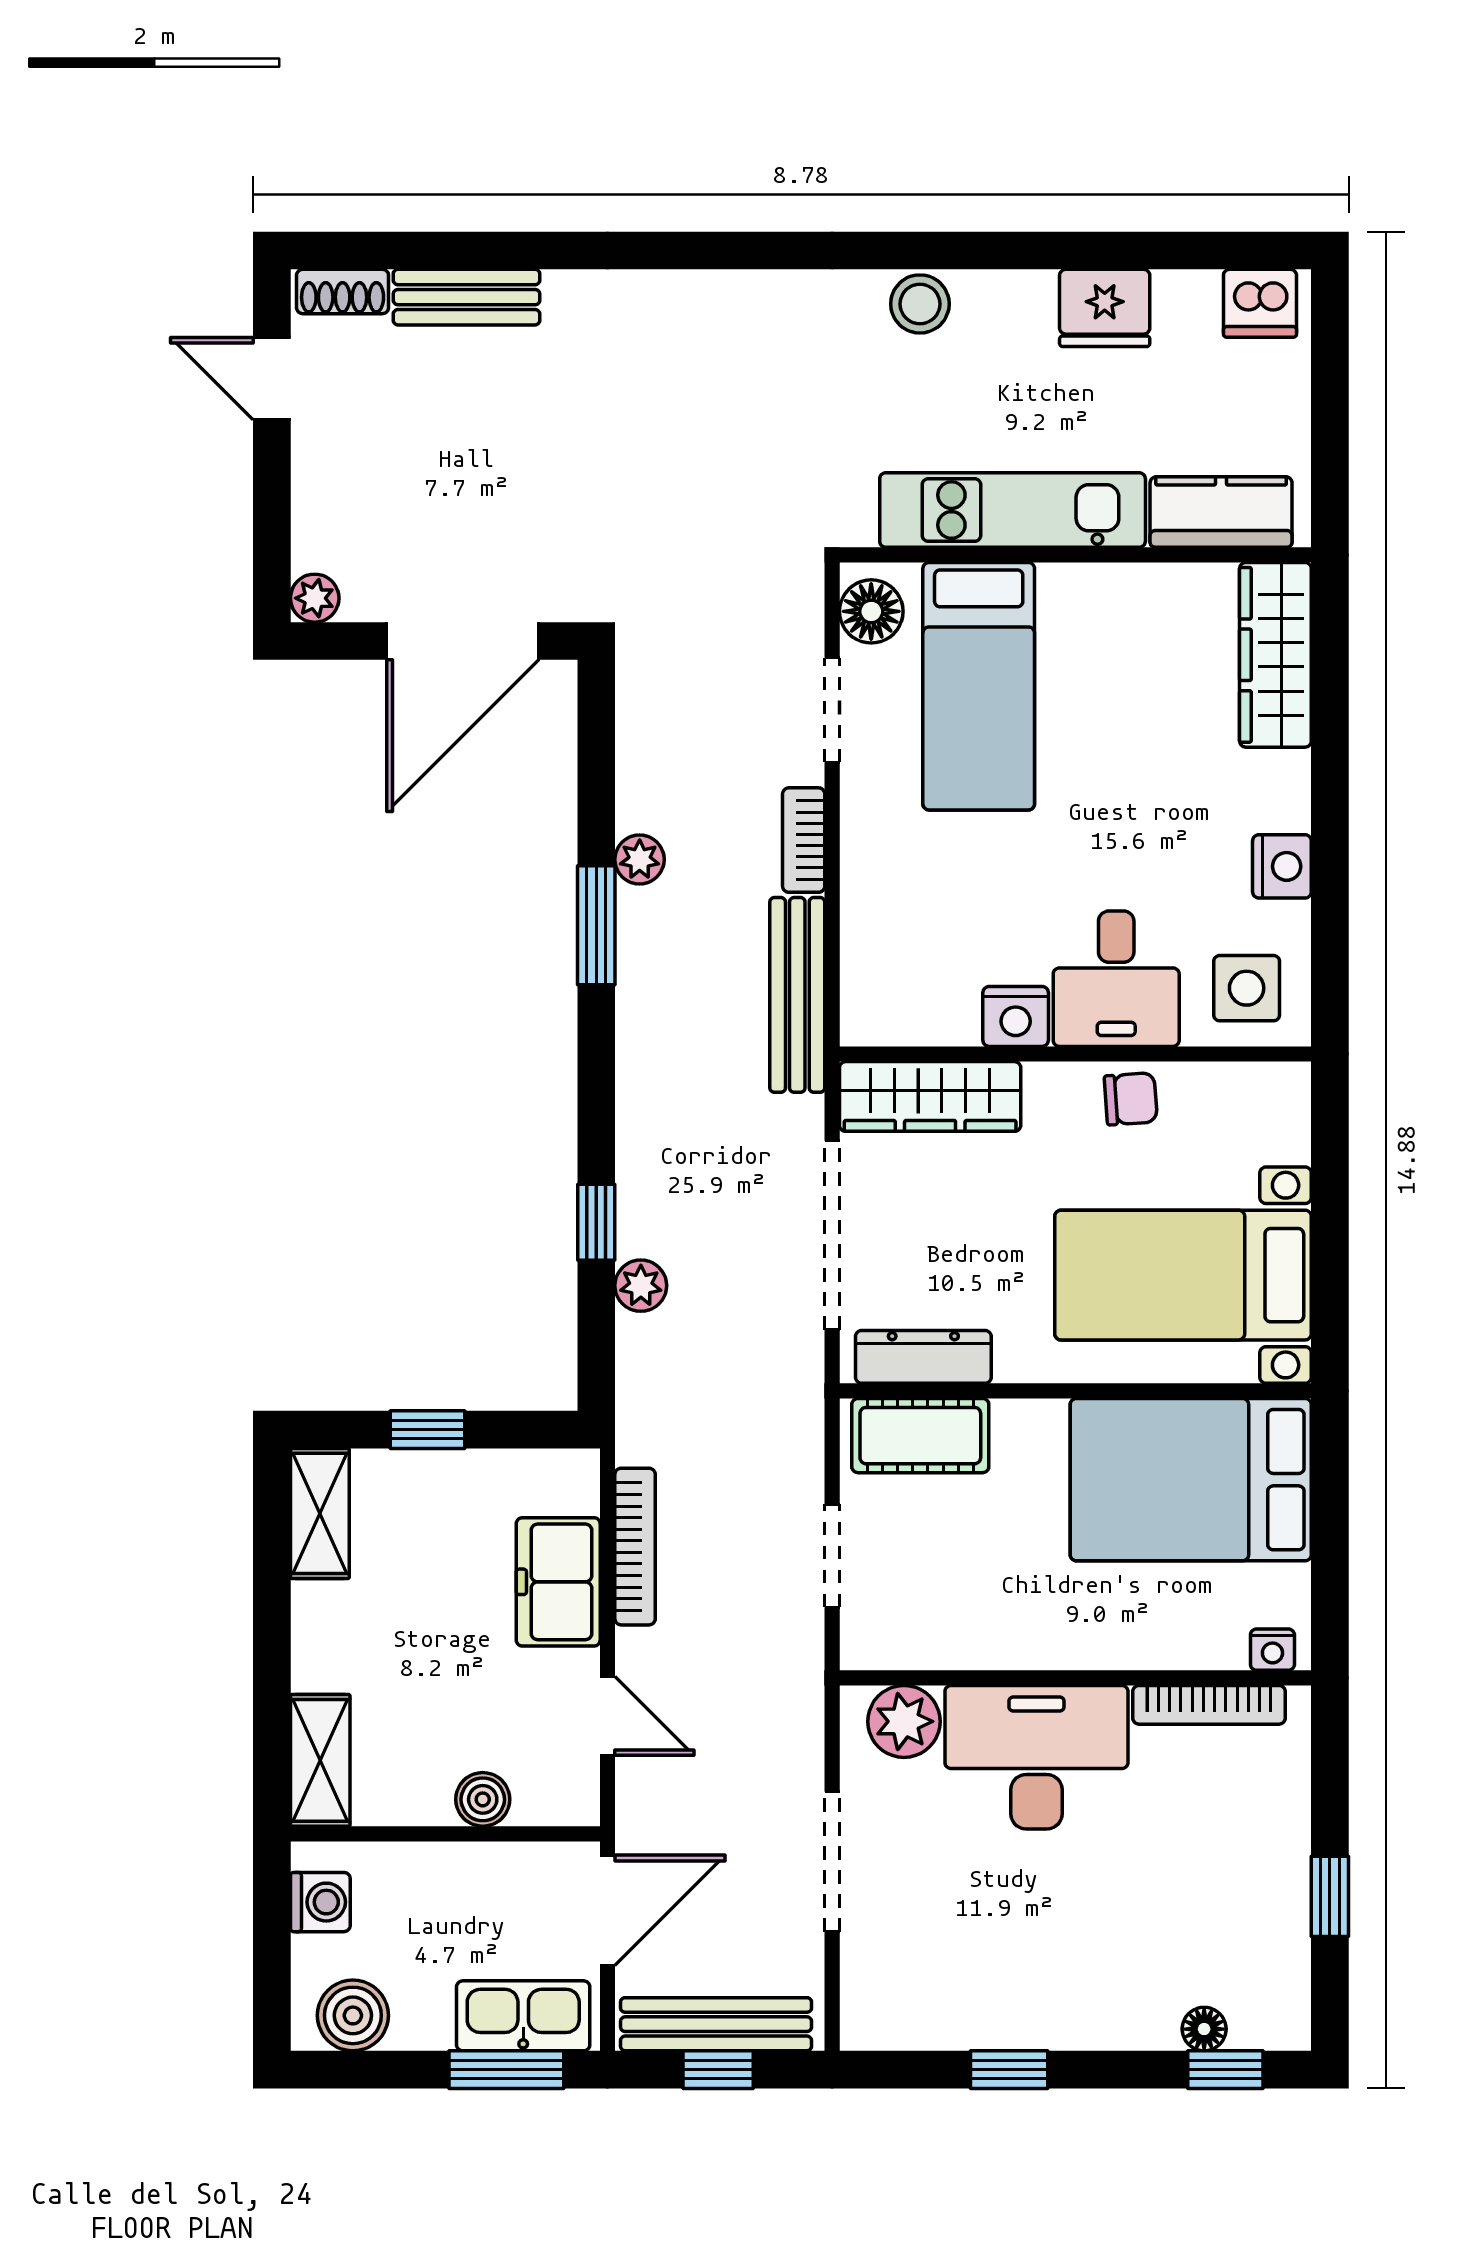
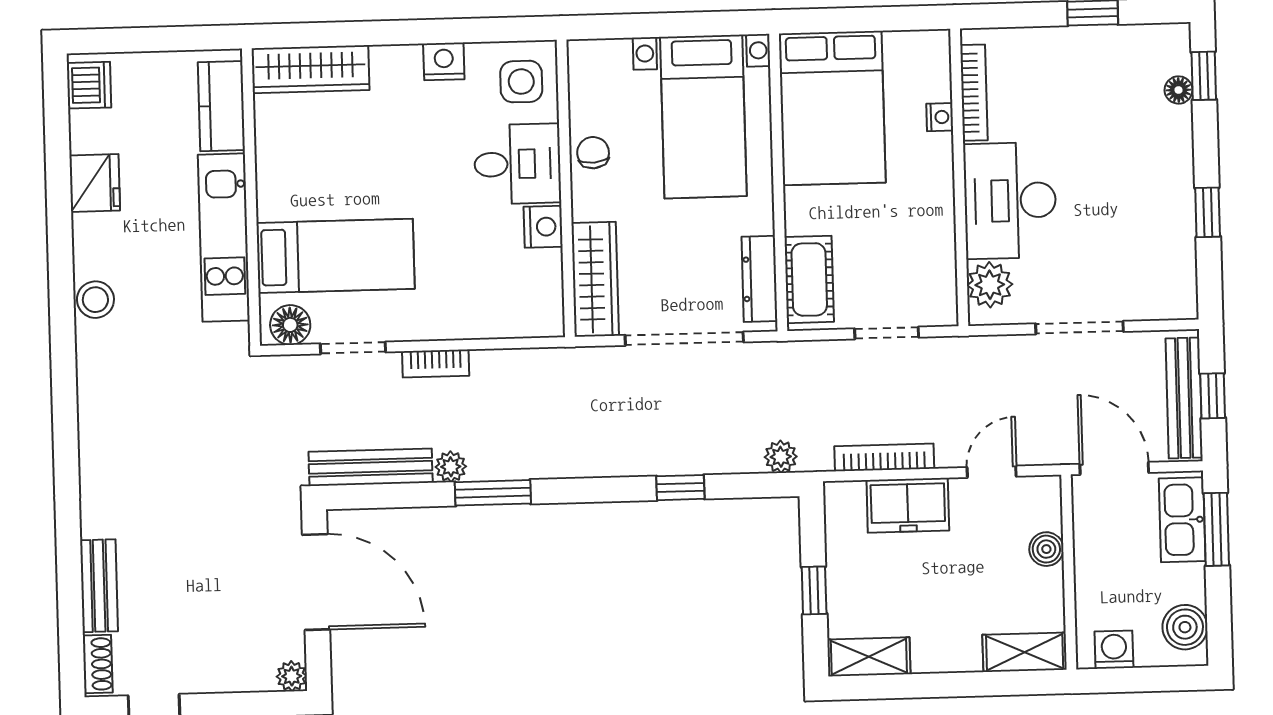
bench: (797, 995) -> (371, 467), moved
plant: (641, 1286) -> (781, 457), moved
nightstand: (1272, 1650) -> (940, 117), moved

